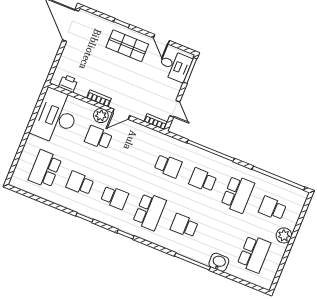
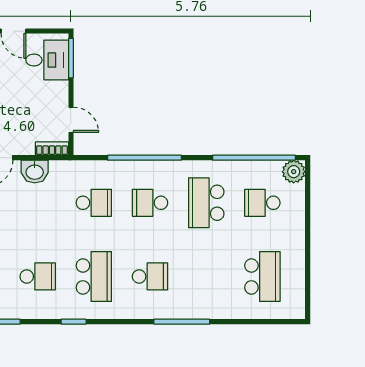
school desk: (238, 194) -> (206, 203), turned 180
school desk: (184, 226) -> (150, 276), turned 180
plant: (284, 235) -> (294, 172), moved
washbasin: (219, 262) -> (35, 172), moved, turned 180

